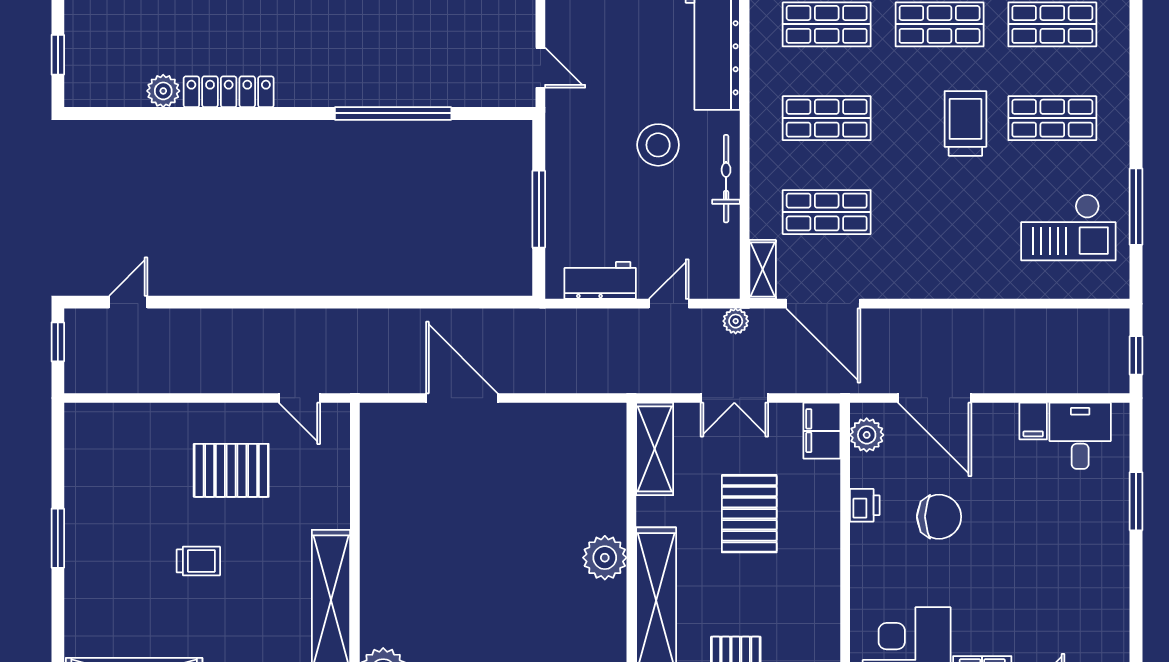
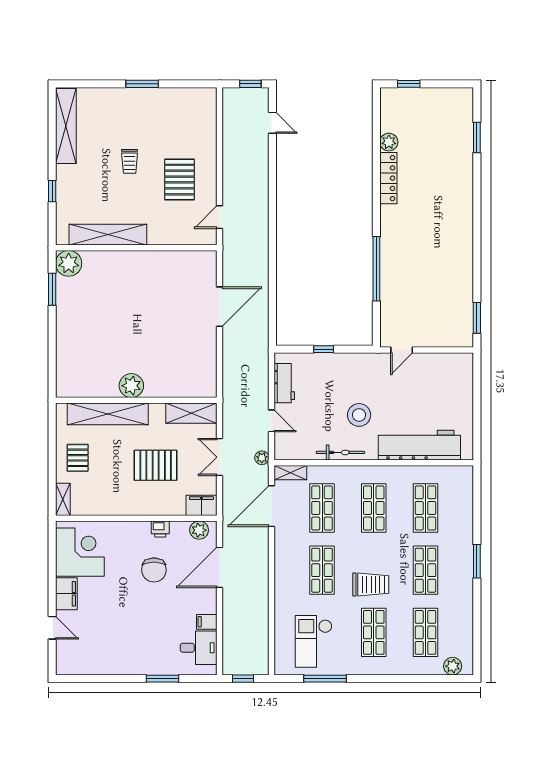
window: (539, 209) -> (324, 349), width x0.46
shop shelf: (940, 212) -> (322, 570), added

